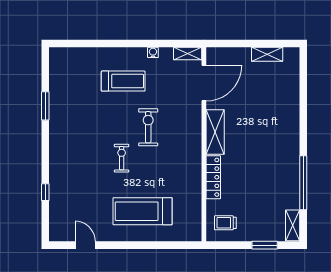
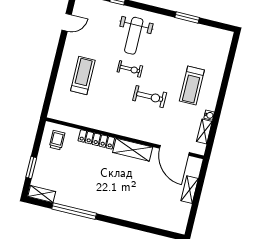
shelving: (188, 54) -> (204, 131), moved
shelving: (267, 54) -> (190, 190), moved
weight bench: (82, 163) -> (134, 36), added
treadmill: (143, 211) -> (83, 75), width x0.73, depth x0.73

